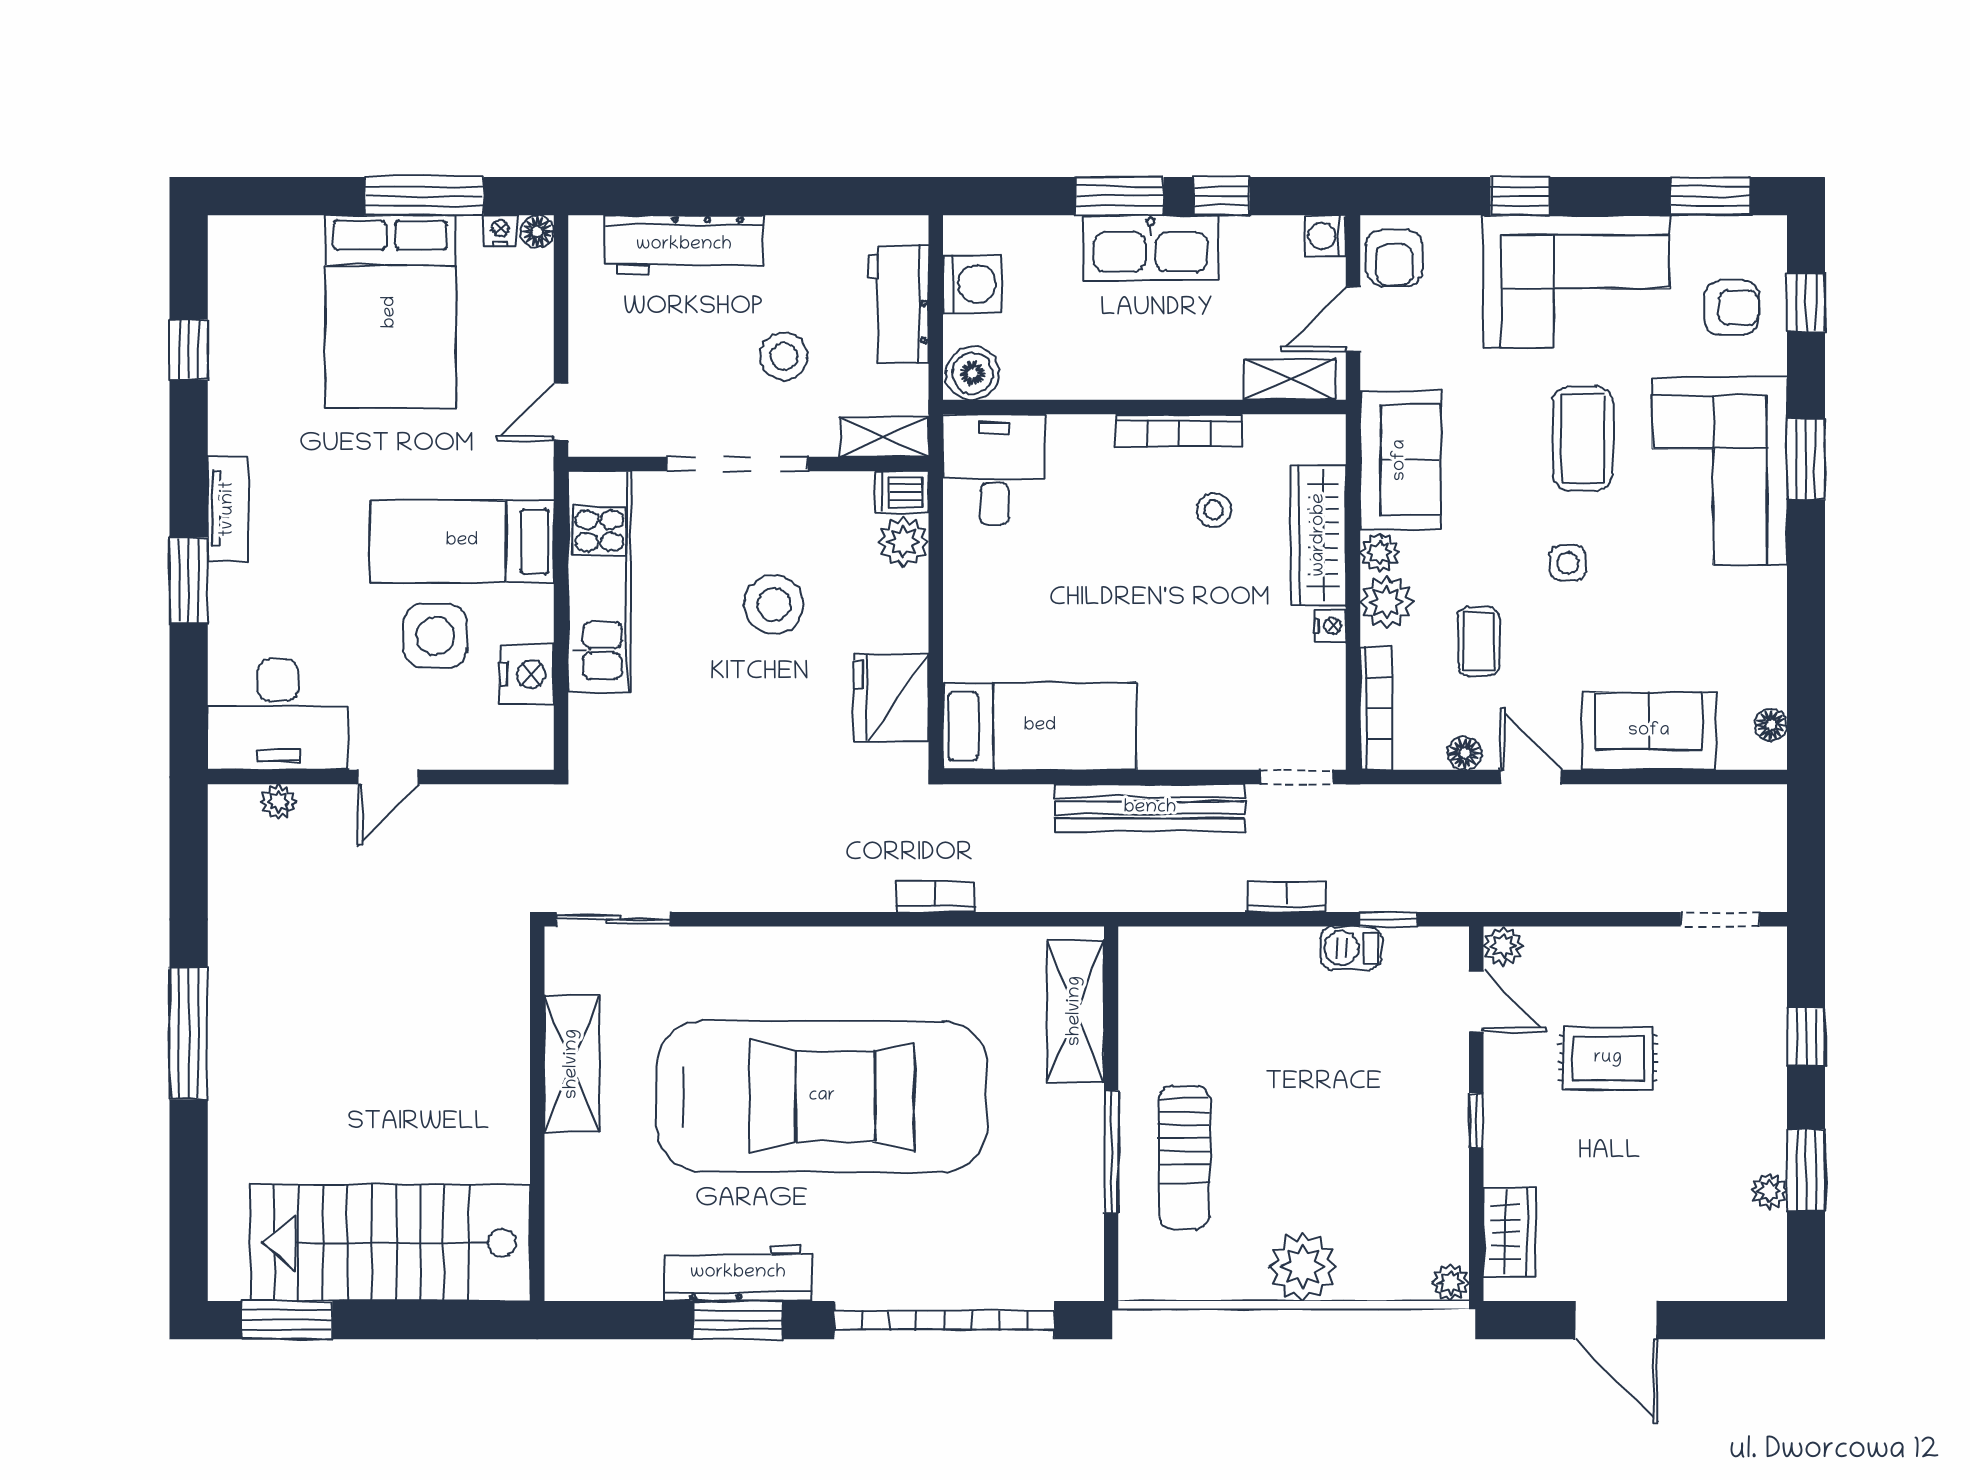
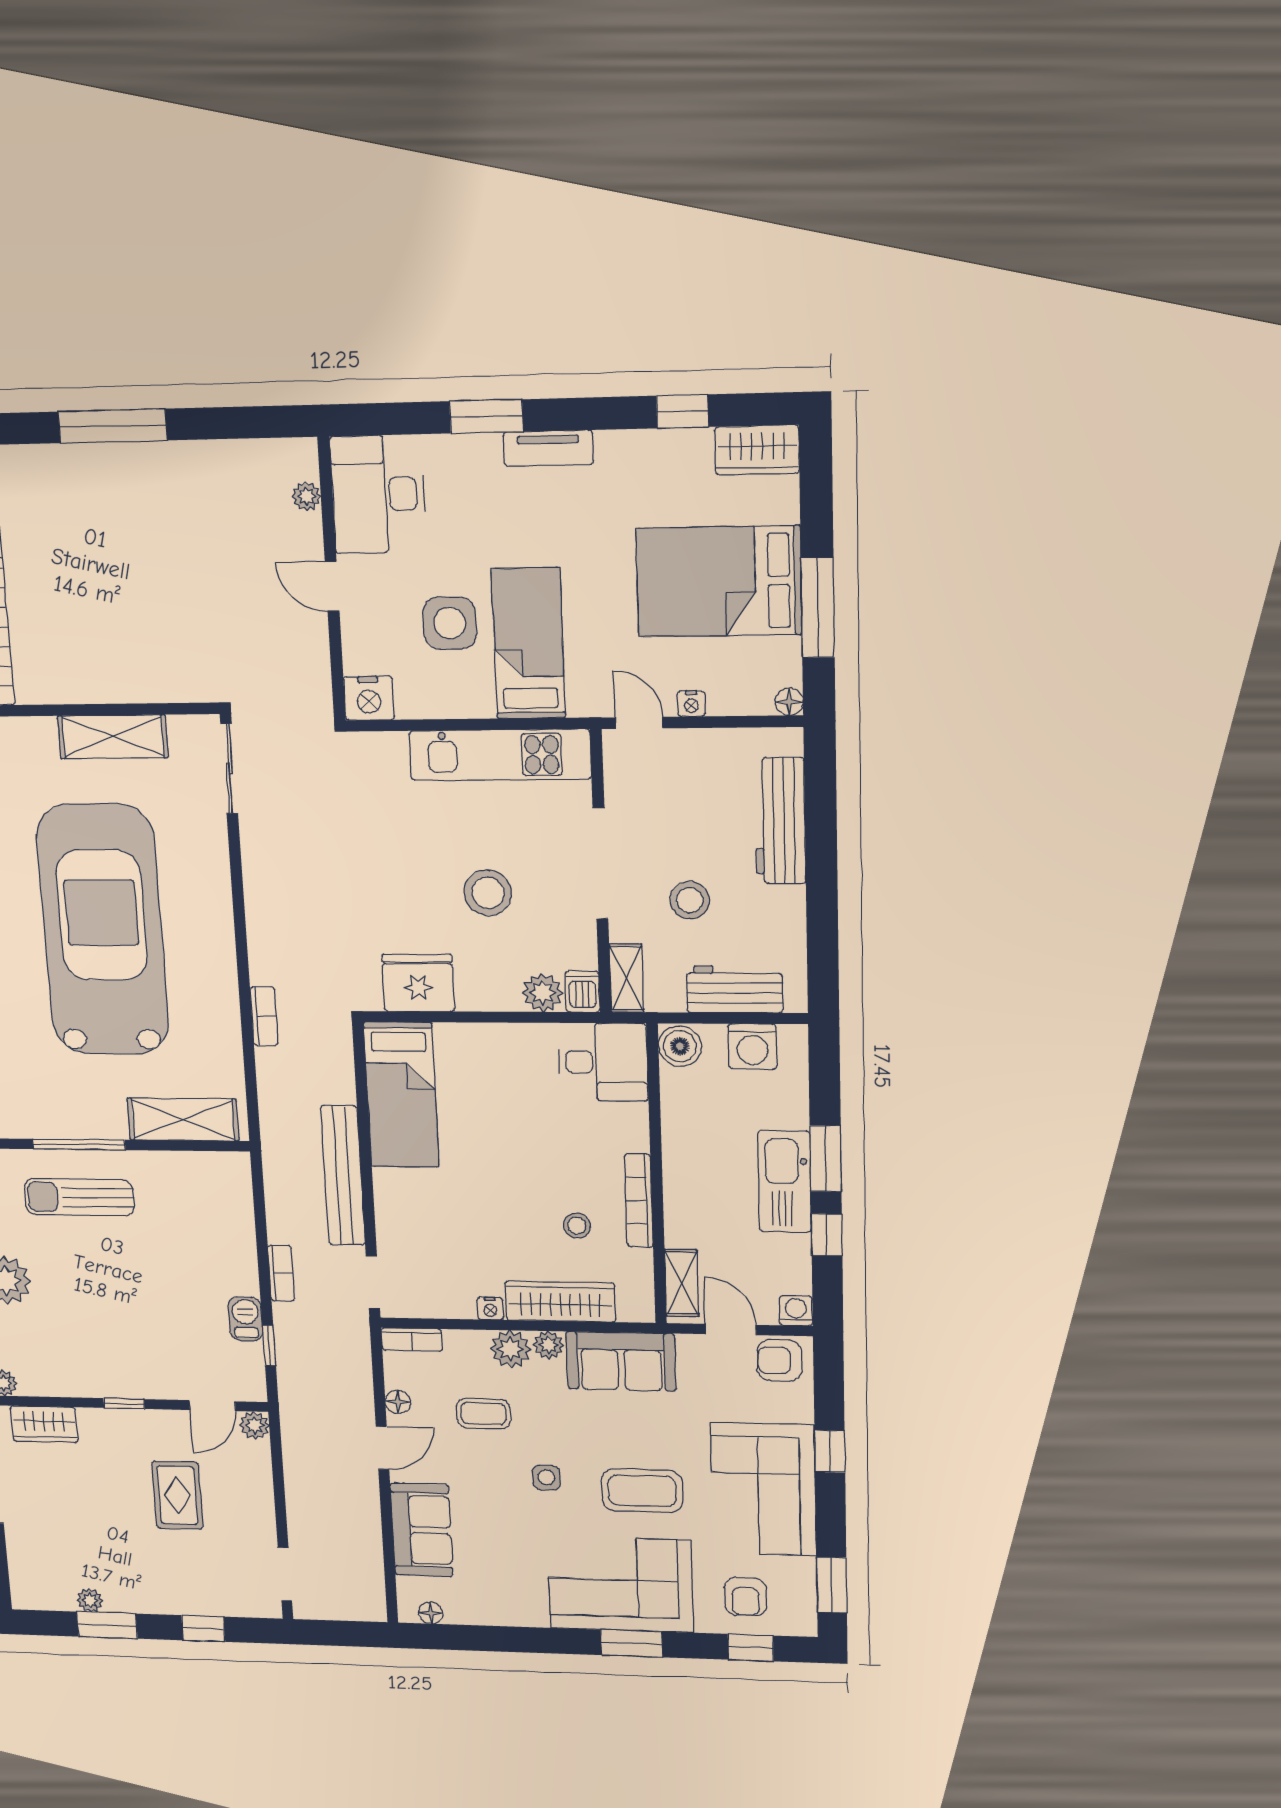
nightstand: (500, 231) -> (691, 704), moved, turned 90
wardrobe: (236, 264) -> (757, 450), added
nightstand: (527, 674) -> (369, 698), moved
bookcase: (1376, 708) -> (412, 1340), width x0.64
car: (822, 1096) -> (103, 930), turned 180

